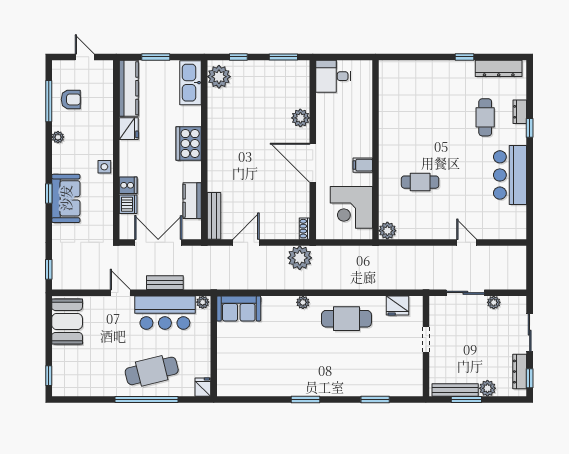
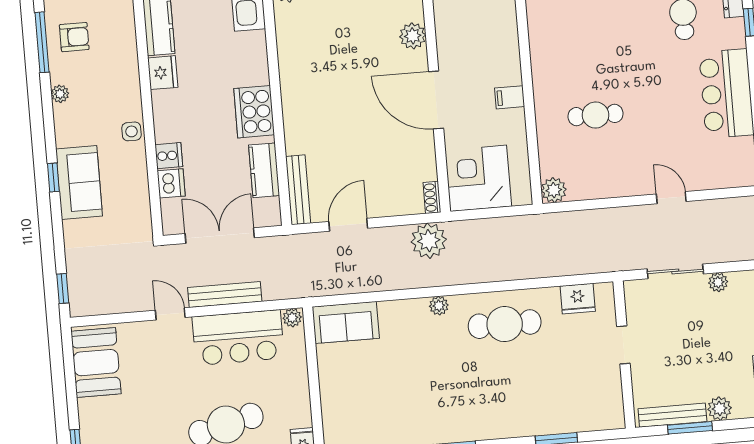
cooker: (189, 143) -> (254, 112), moved
corner desk: (351, 207) -> (478, 178), moved, turned 90
bench: (165, 283) -> (225, 294), width x1.36

